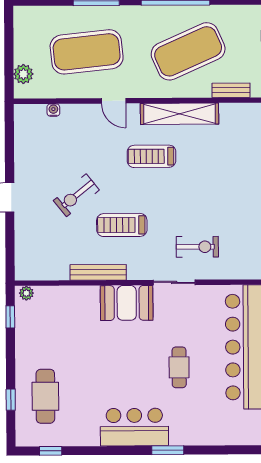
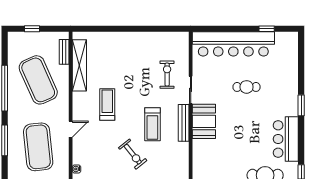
shelving: (180, 114) -> (79, 65), moved
treadmill: (151, 156) -> (107, 104), turned 180
bench: (98, 272) -> (184, 123), moved
bar counter: (134, 427) -> (286, 139), moved
window: (168, 450) -> (301, 105), moved

